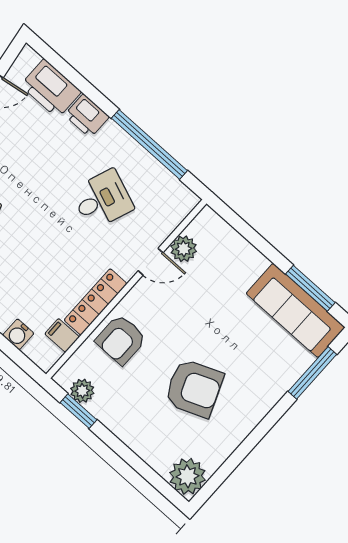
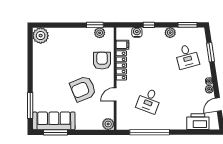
printer: (87, 116) -> (178, 123), removed
plant: (184, 249) -> (108, 124), moved
armchair: (194, 388) -> (83, 89), moved

